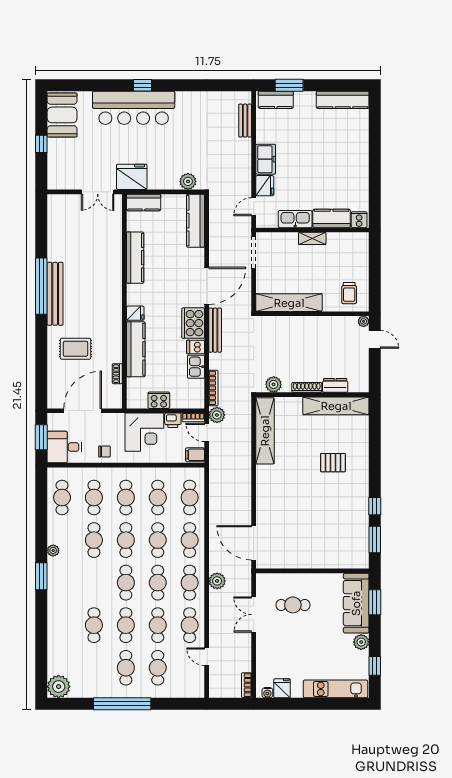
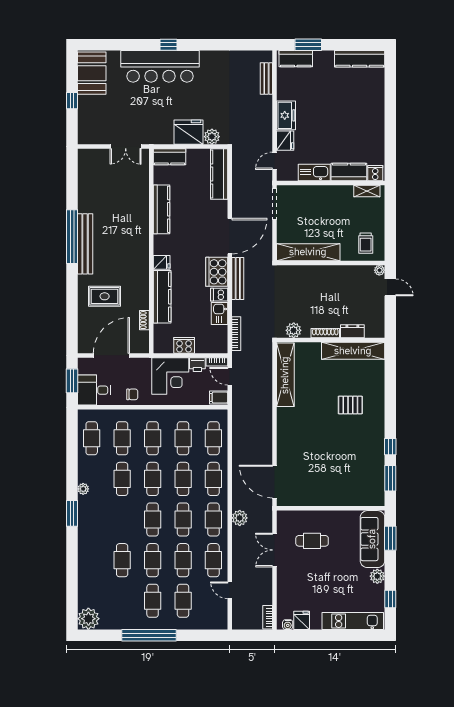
fridge: (132, 177) -> (189, 132), moved
shelving: (312, 238) -> (367, 191), moved
plant: (217, 415) -> (239, 359), removed

